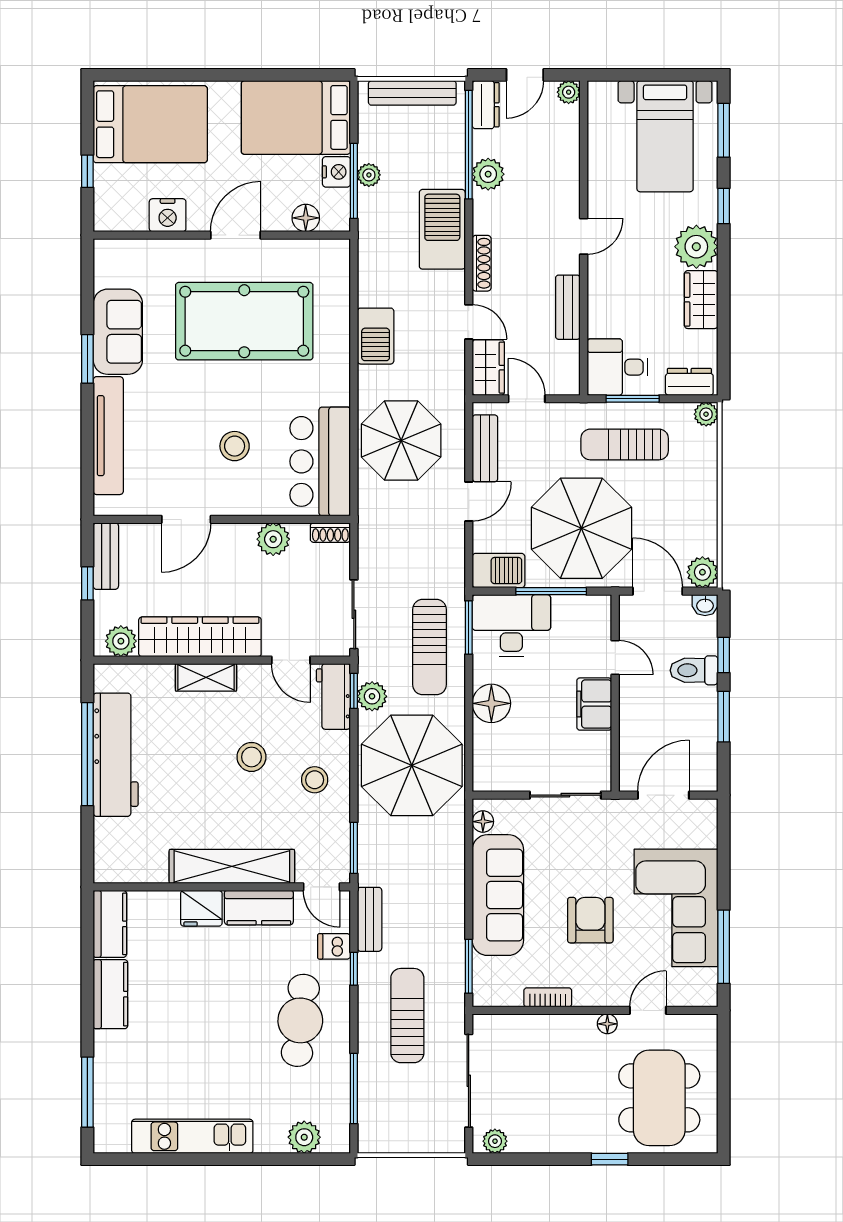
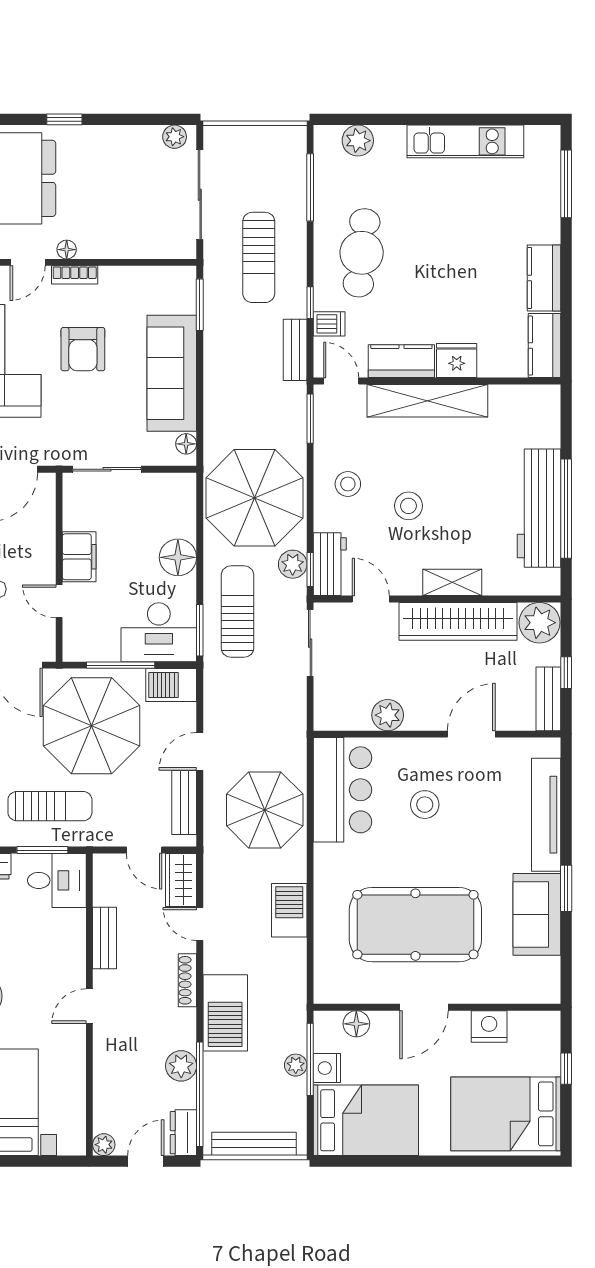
shoe rack: (330, 533) -> (333, 721), removed
plant: (121, 641) -> (539, 623), width x1.36, depth x1.36
bookcase: (548, 997) -> (75, 275), moved

